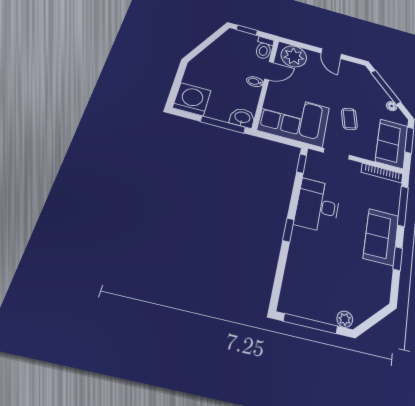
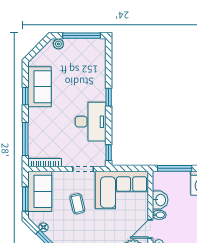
washbasin: (242, 118) -> (160, 200), moved, turned -90
sofa: (381, 237) -> (40, 87), moved

